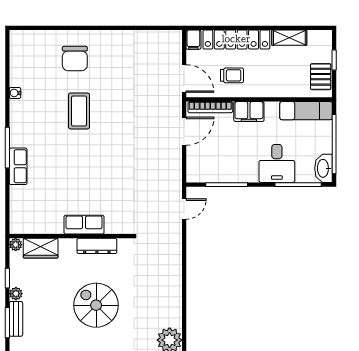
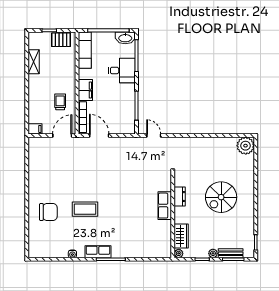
locker: (236, 39) -> (35, 99), removed
row of seats: (18, 166) -> (98, 252), moved
dresser: (97, 246) -> (180, 197), width x0.70

